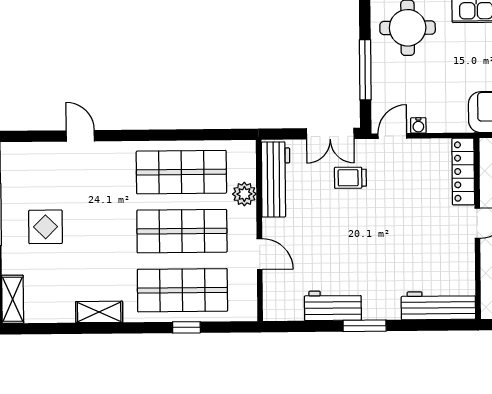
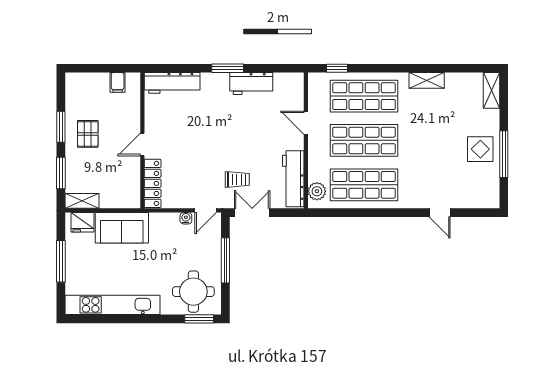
plant: (244, 194) -> (317, 191), moved
display table: (45, 227) -> (480, 149), moved
window: (186, 327) -> (337, 68), moved

